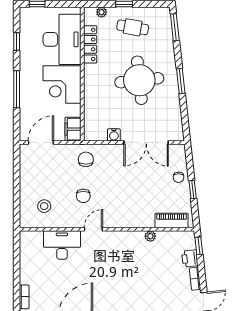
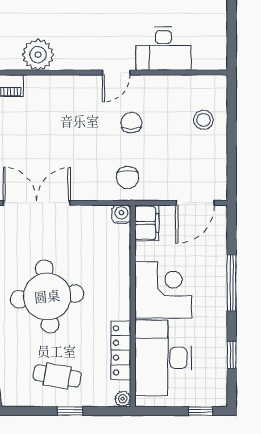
plant: (102, 12) -> (123, 399), moved
water cooler: (114, 135) -> (121, 214), moved
stool: (44, 206) -> (203, 120), moved
plant: (150, 236) -> (38, 55), width x1.88, depth x1.88

